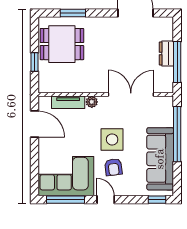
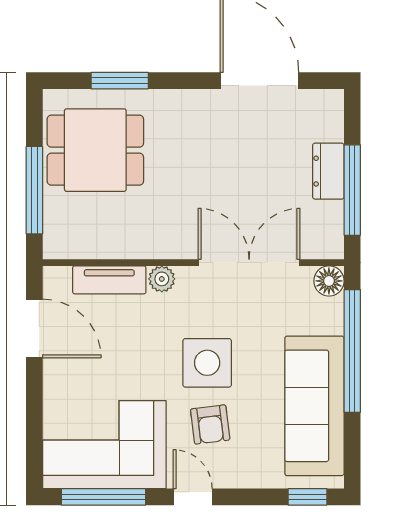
window: (35, 62) -> (34, 190), width x2.17
floor lamp: (167, 103) -> (329, 281), added

